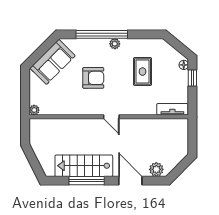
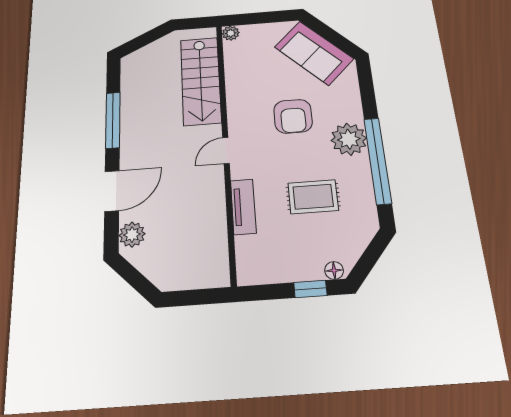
window: (102, 34) -> (378, 161), moved
plant: (115, 44) -> (349, 139), width x1.88, depth x1.88
tv unit: (172, 109) -> (243, 207), moved
stairs: (84, 166) -> (201, 81), moved, turned 180

